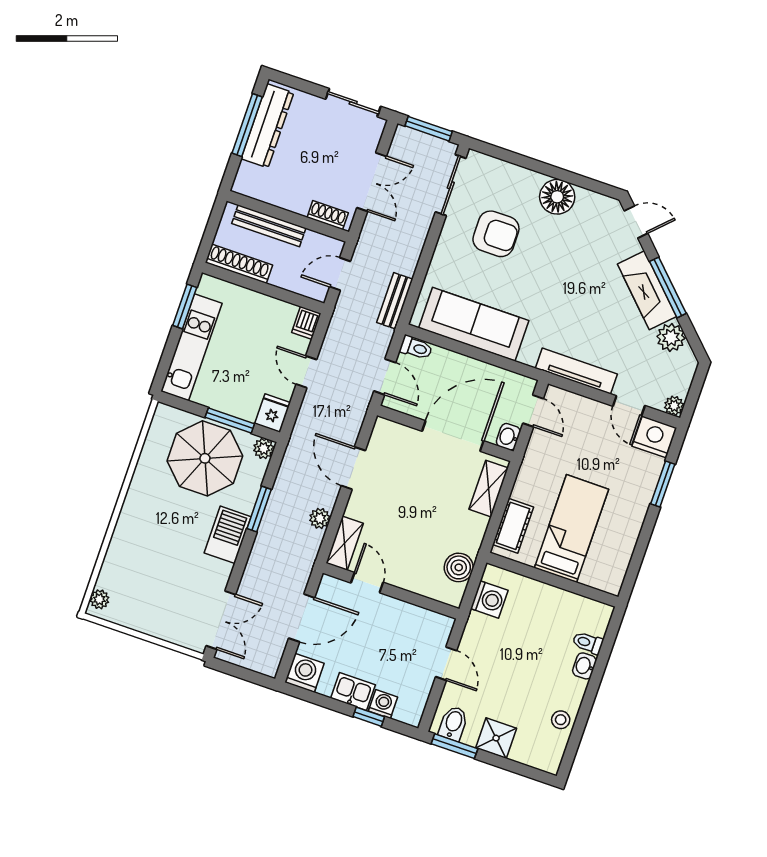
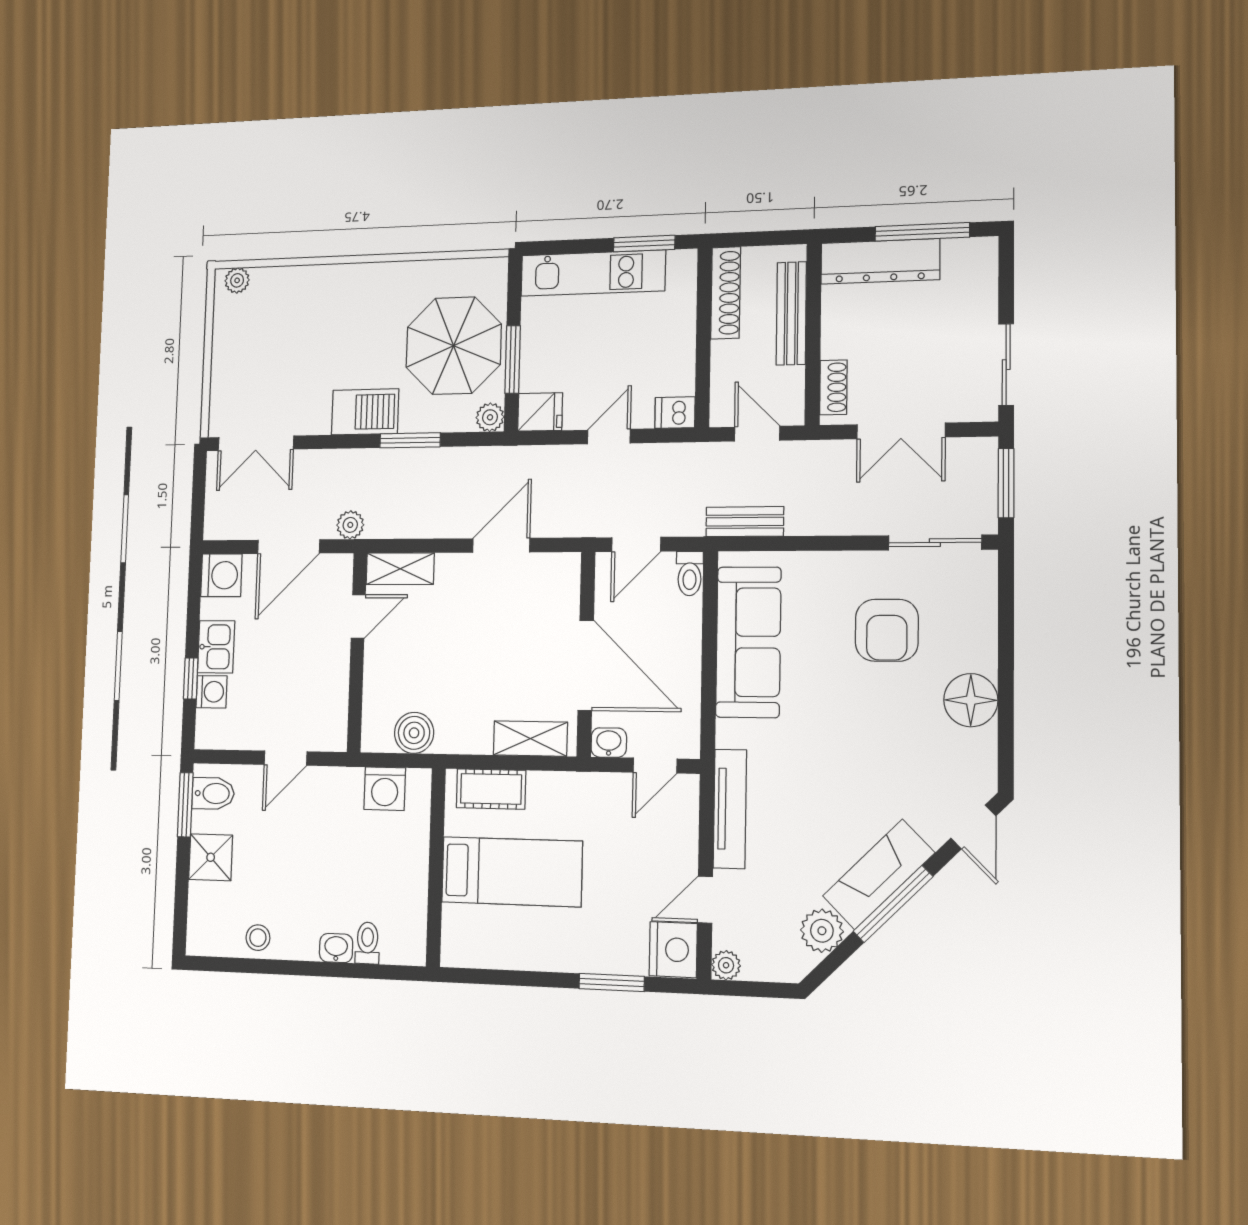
dresser: (267, 126) -> (880, 261), moved
plant: (320, 518) -> (350, 525), moved
door: (302, 618) -> (289, 547), hinge flipped

